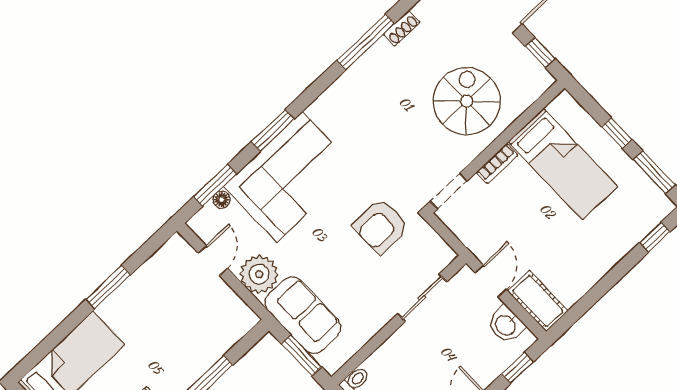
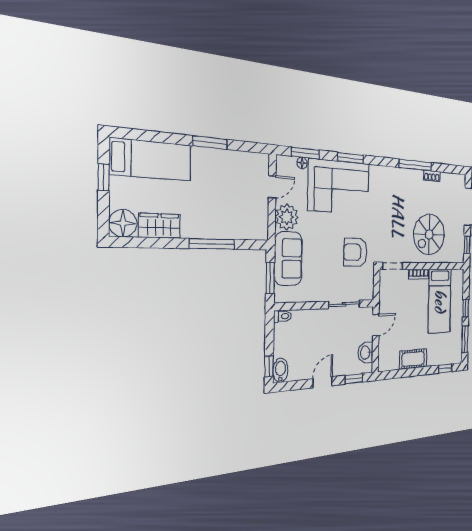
spiral stairs: (467, 101) -> (429, 234), turned 180
cot: (538, 301) -> (413, 359), moved, turned 90

